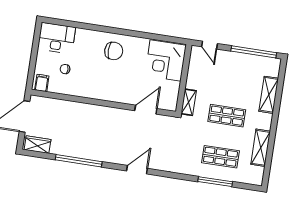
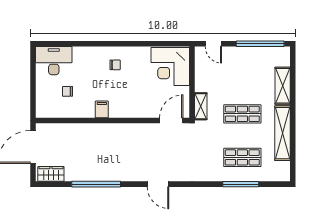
chair: (114, 51) -> (115, 65), width x0.54, depth x0.54
filing cabinet: (42, 83) -> (102, 109), moved
door: (146, 110) -> (171, 121), moved
shelving: (261, 148) -> (283, 133), width x1.47
door: (137, 170) -> (158, 184), swing flipped

